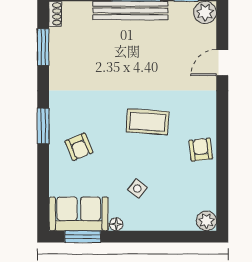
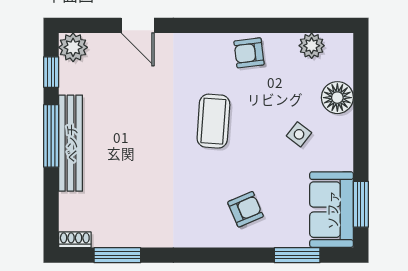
window: (43, 126) -> (297, 255), moved
plant: (206, 221) -> (312, 46), moved
floor lamp: (116, 224) -> (337, 98), moved, width x1.89, depth x1.89

